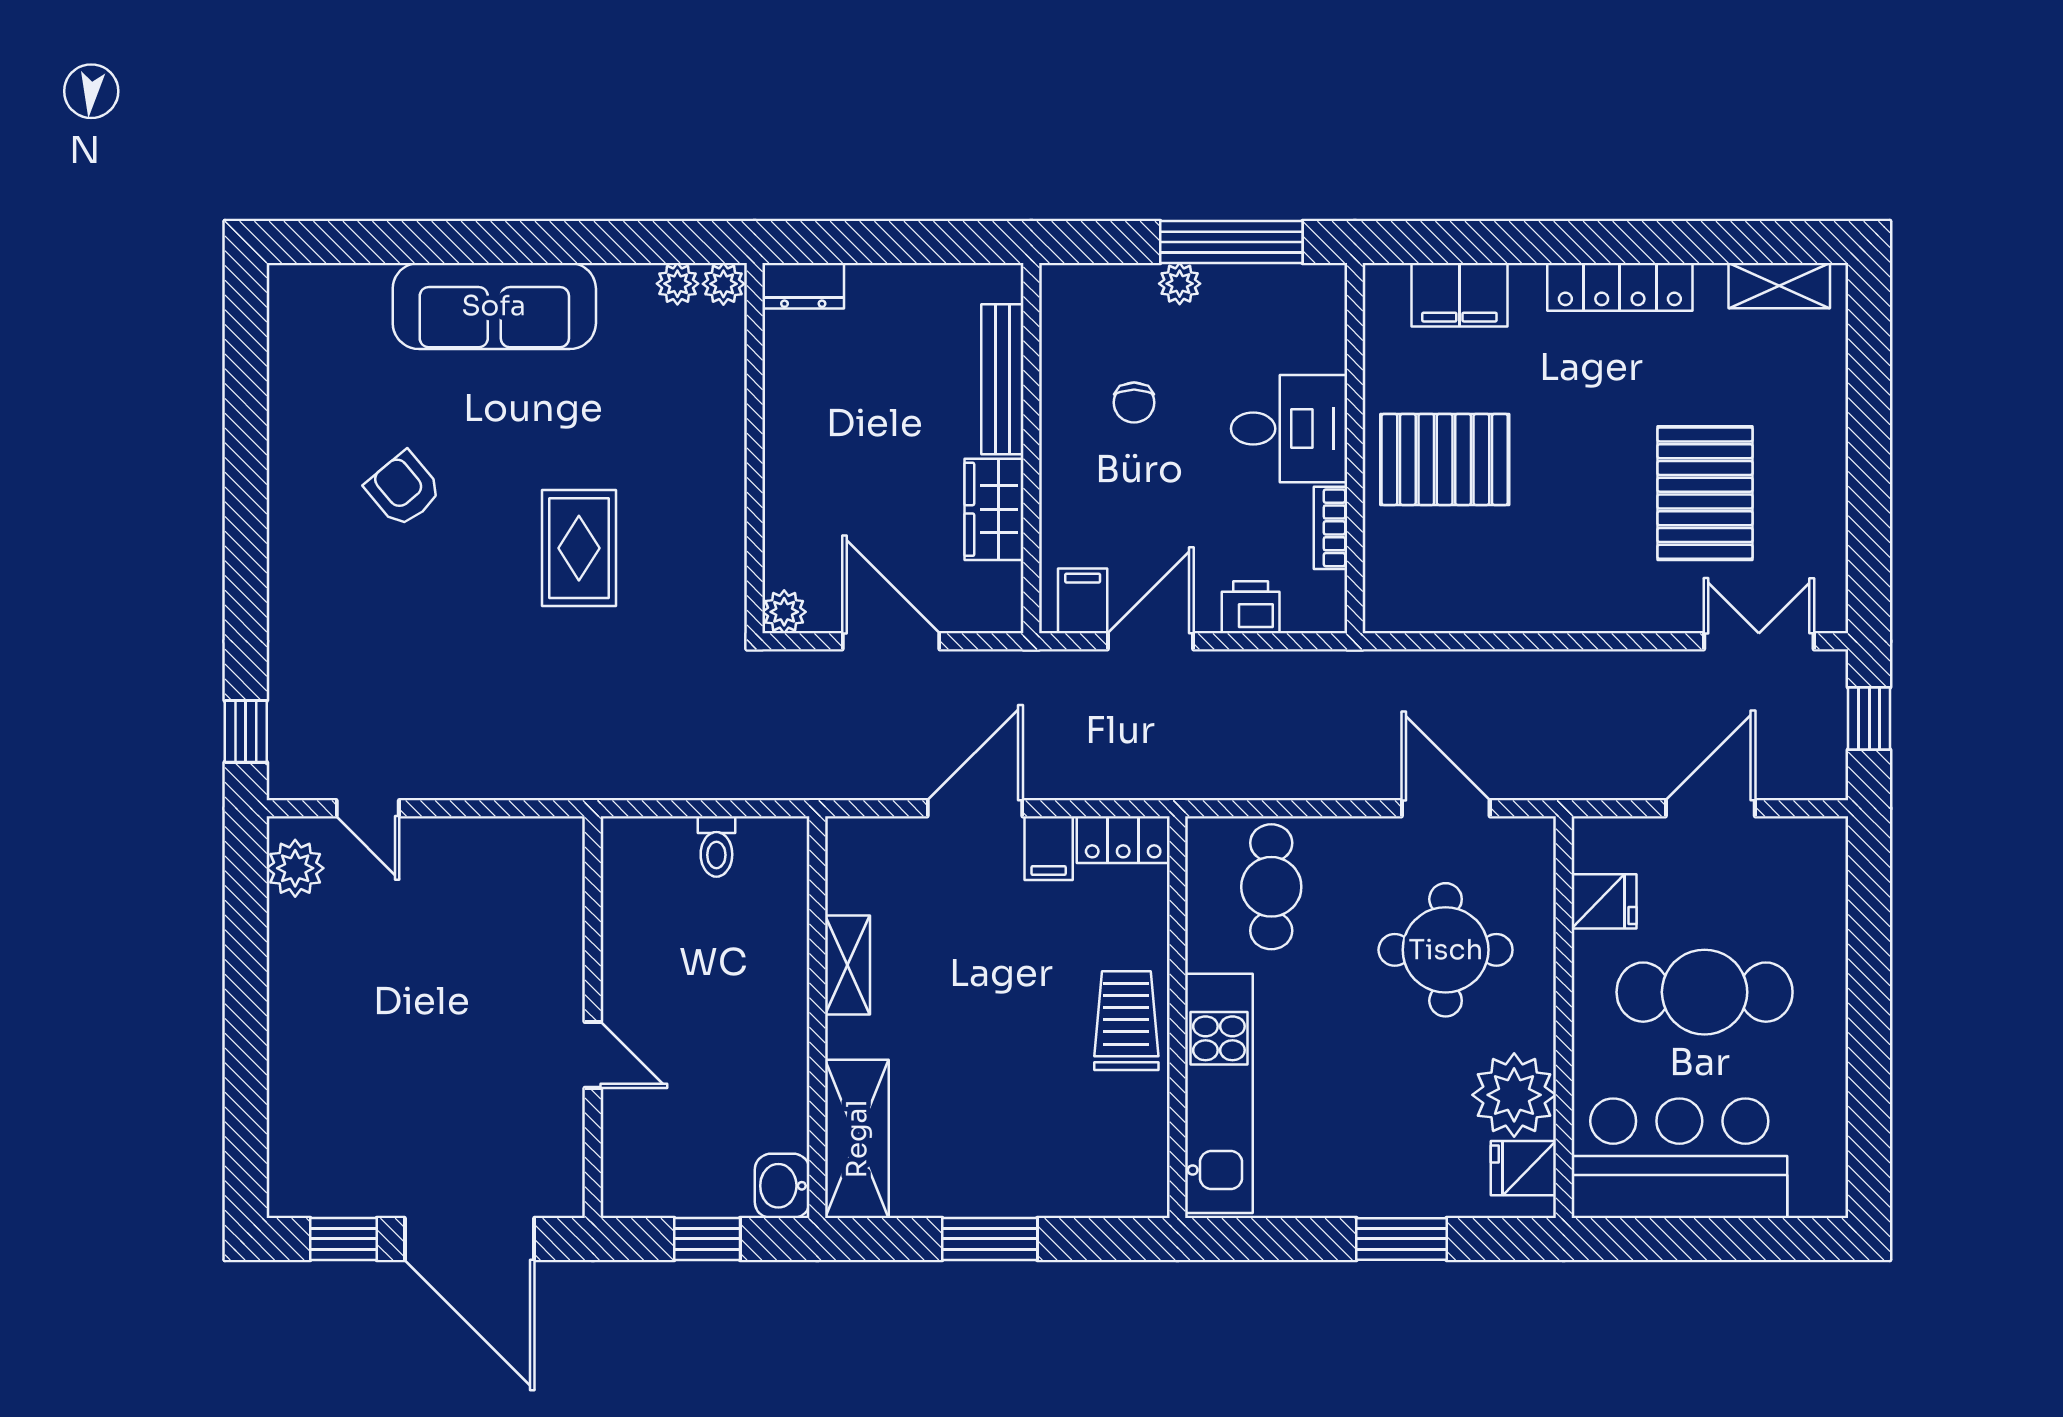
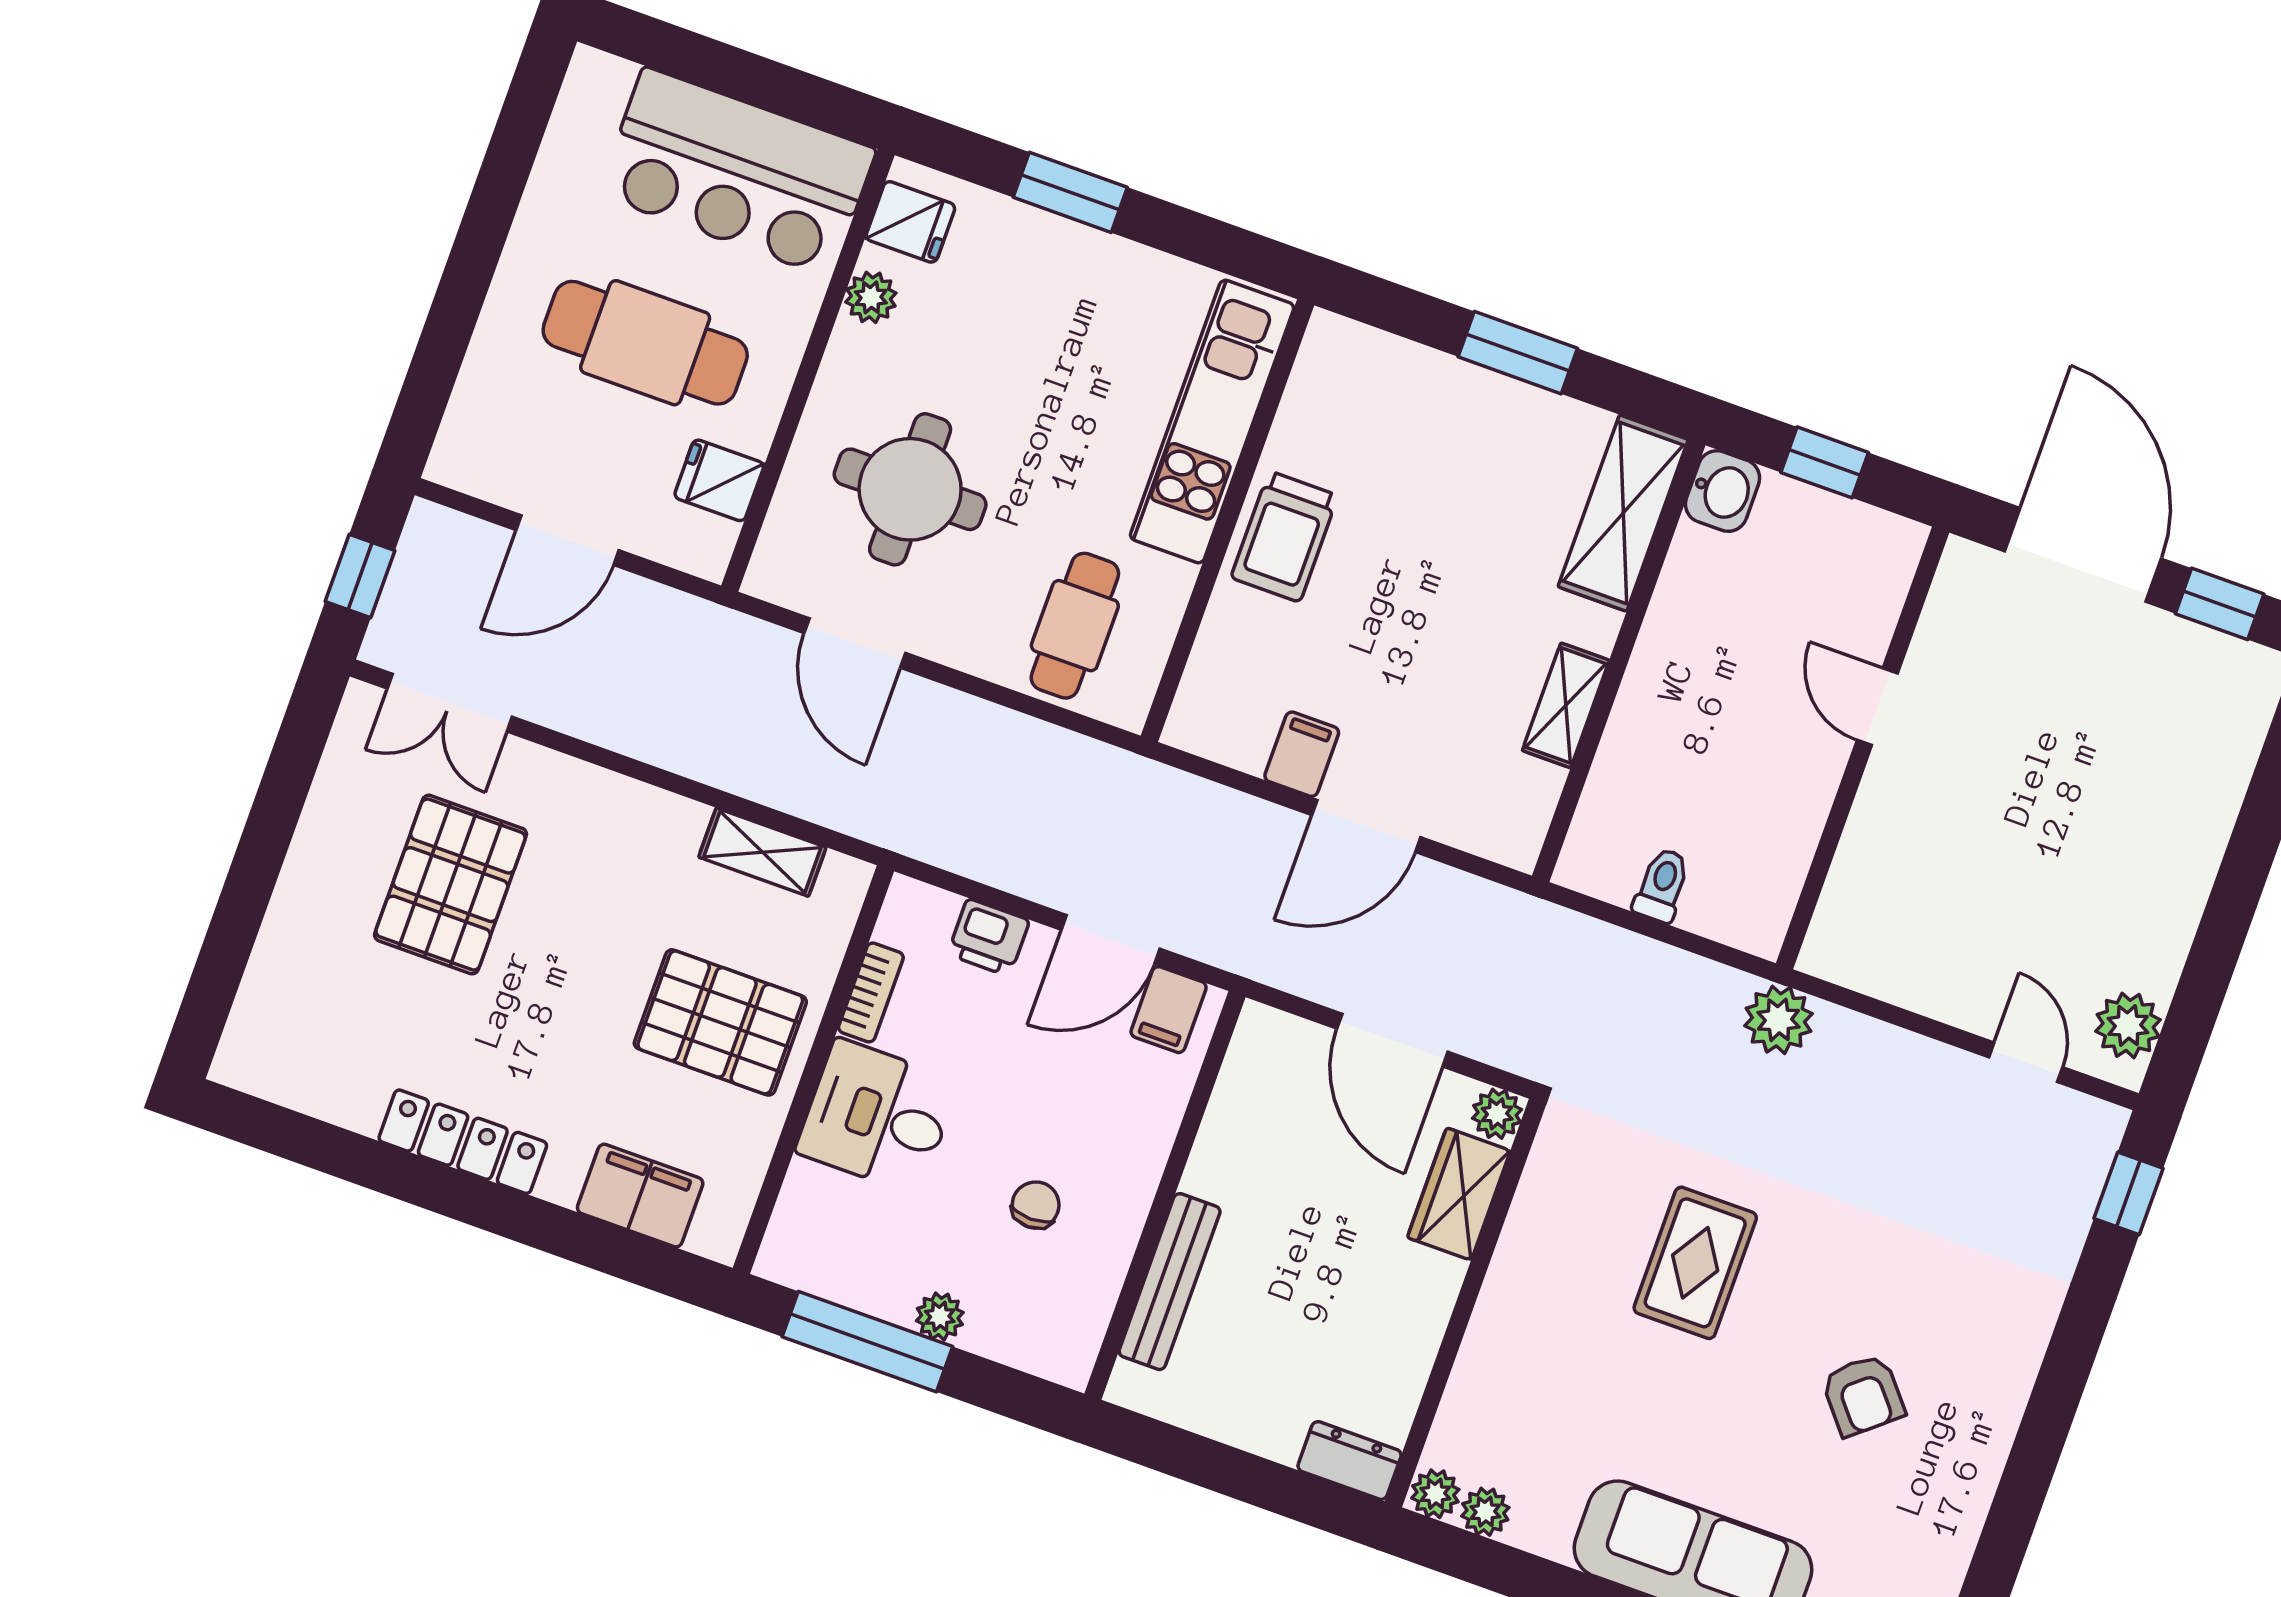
shelving: (1779, 286) -> (762, 852), moved
wardrobe: (994, 509) -> (1459, 1194), moved, turned 180
plant: (582, 771) -> (1778, 1020), added
locker: (1123, 840) -> (1217, 734), removed
plant: (1514, 1095) -> (871, 297), width x0.53, depth x0.53

